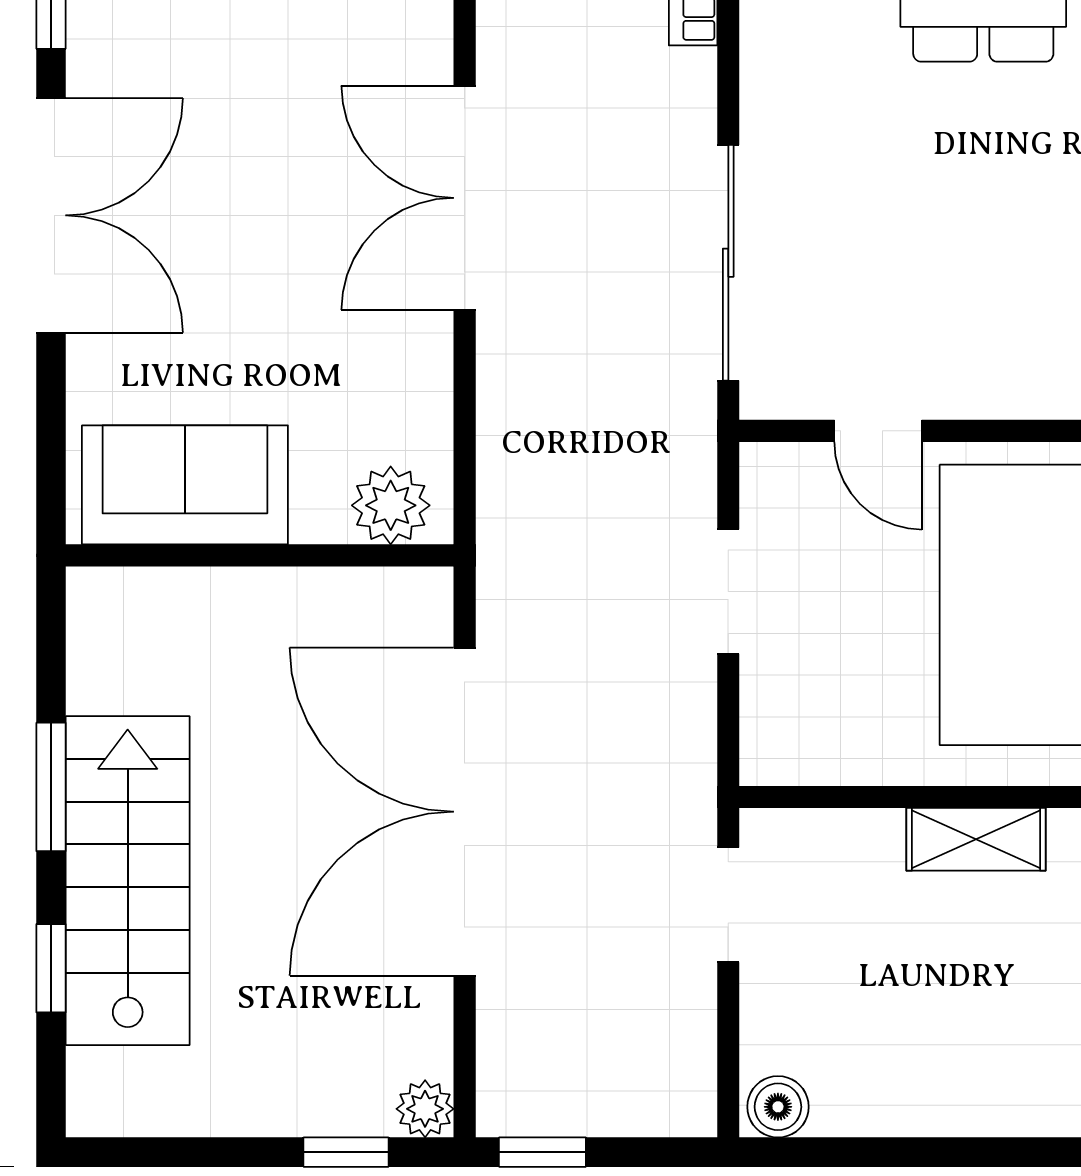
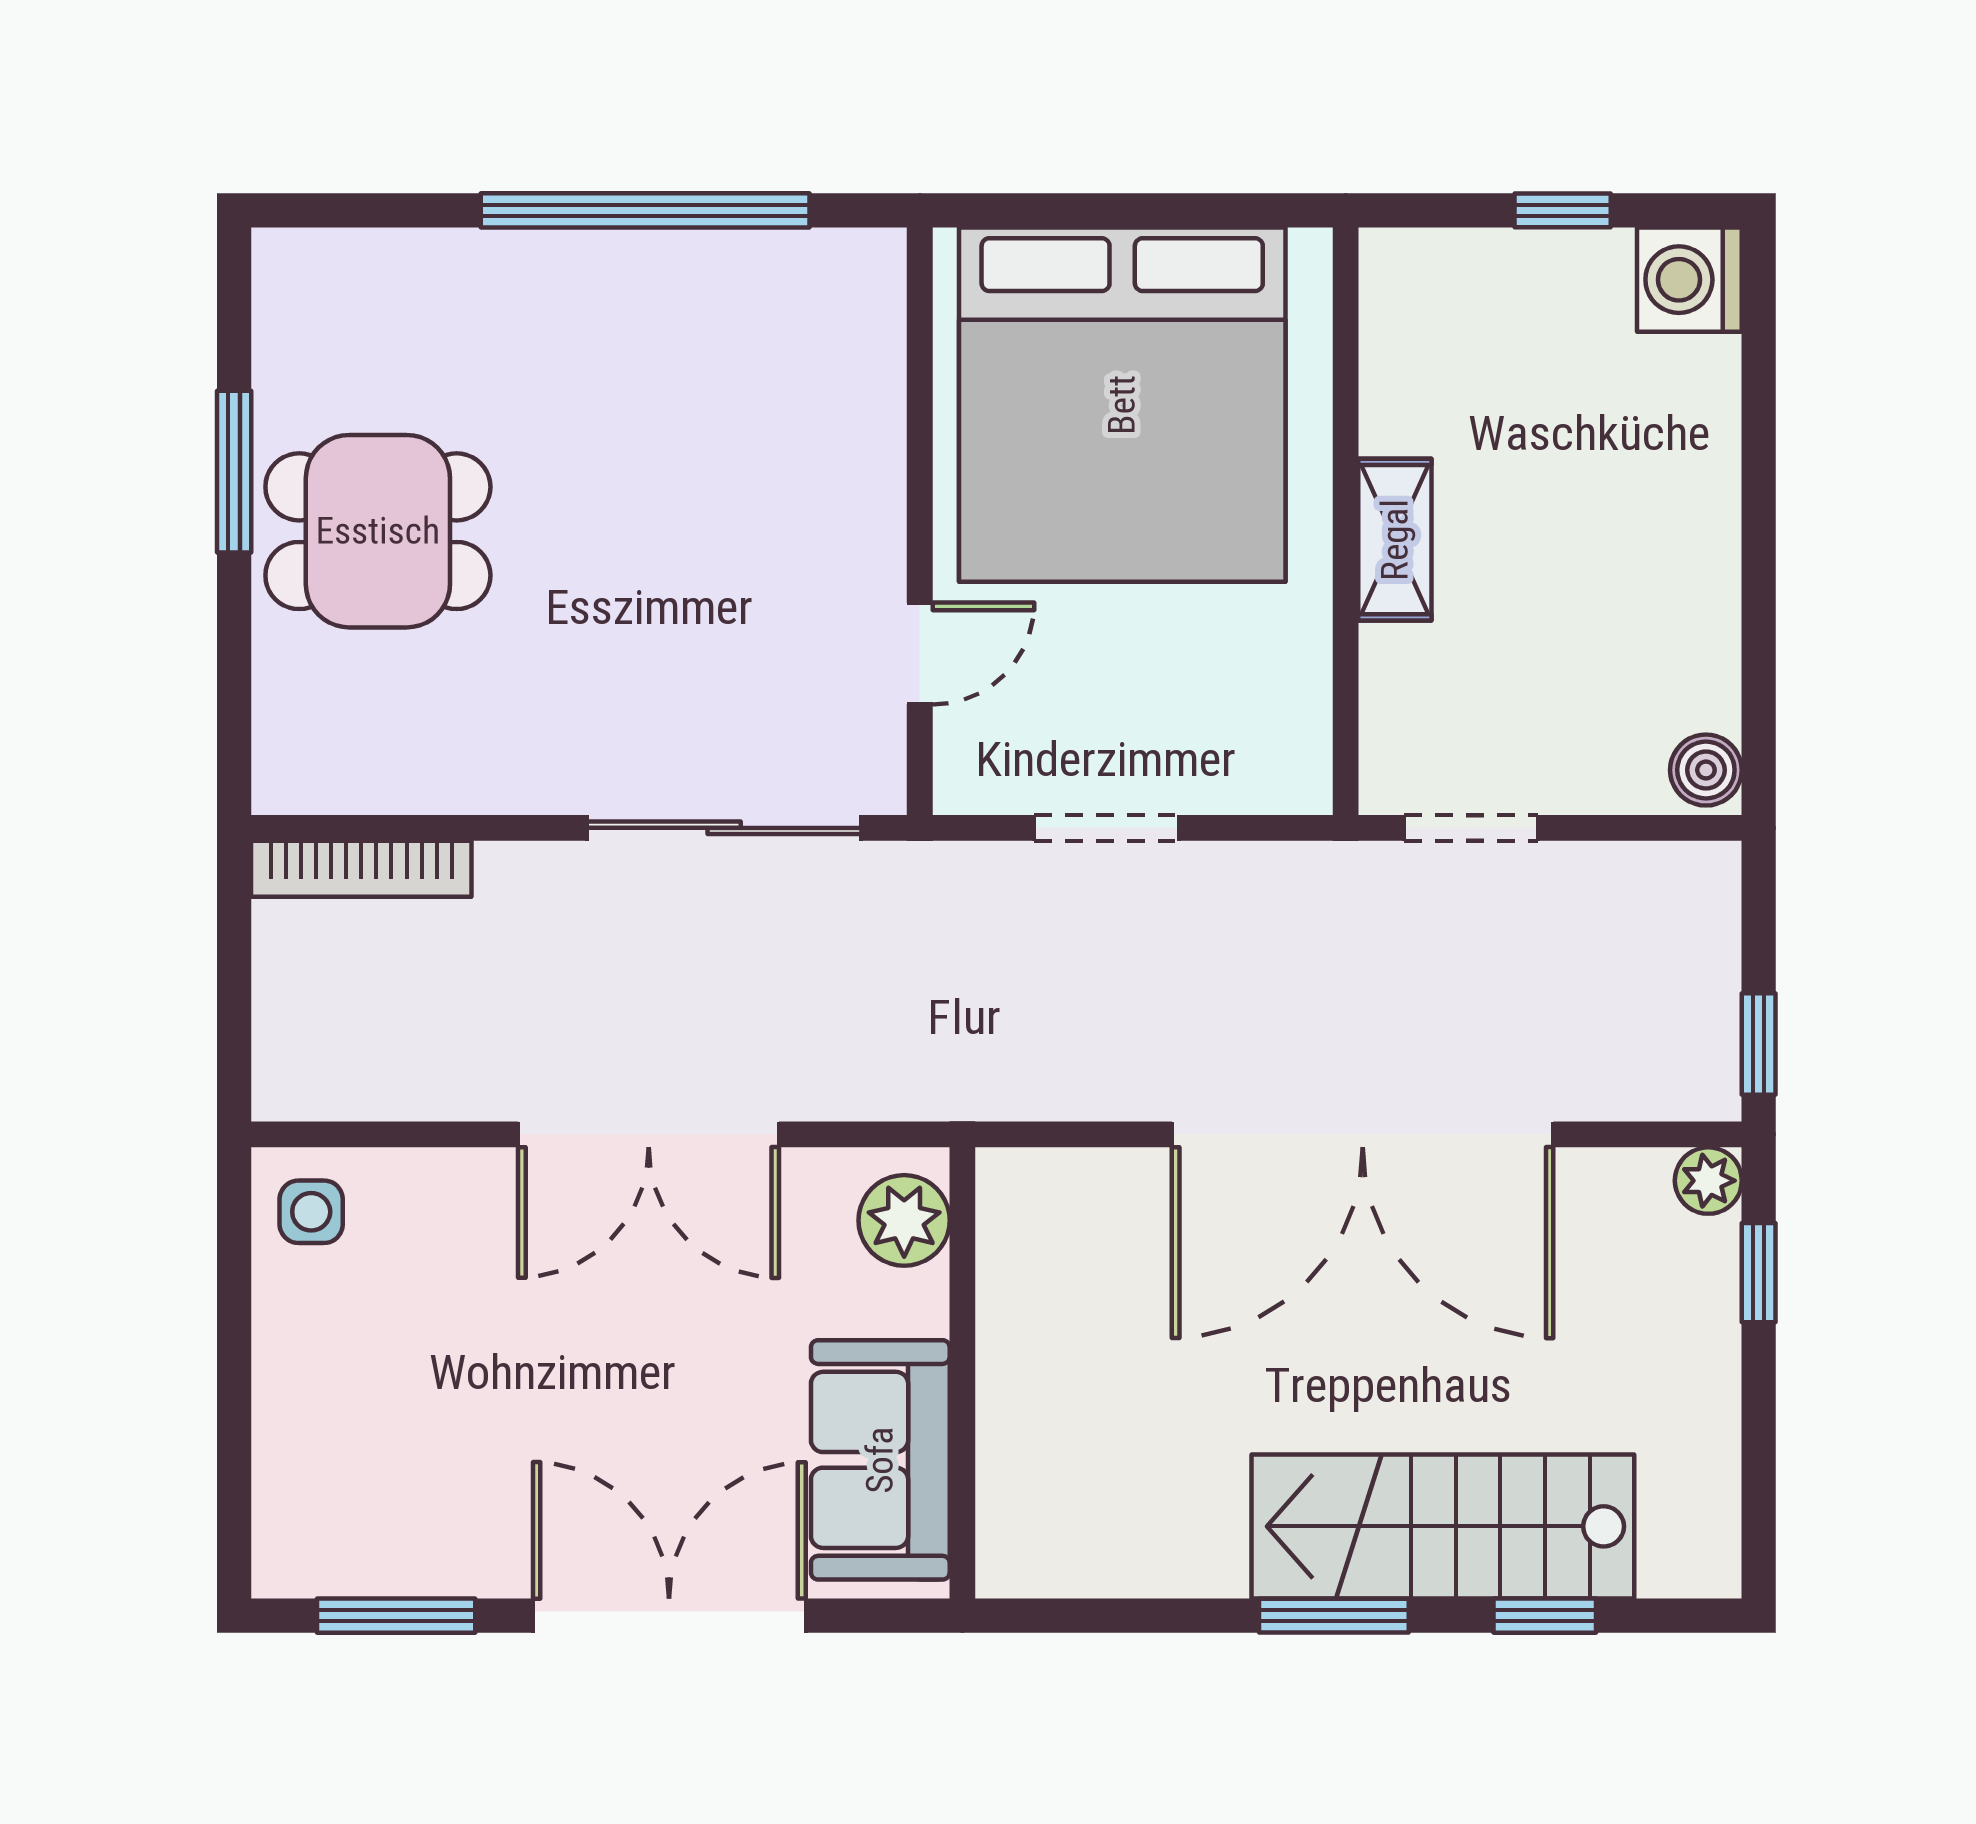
sofa: (185, 485) -> (880, 1460), moved
plant: (391, 505) -> (904, 1220), moved
wall: (260, 555) -> (962, 1373), moved

